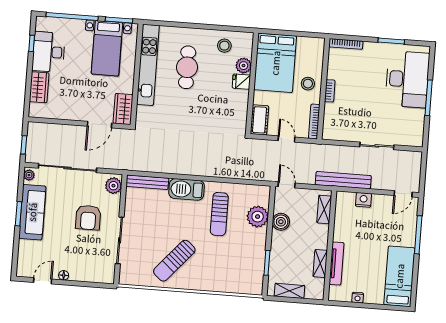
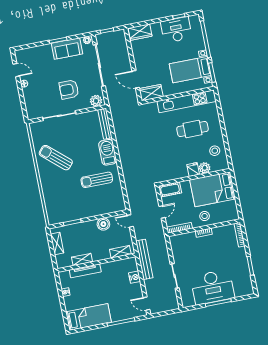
desk: (407, 79) -> (213, 287), moved
wardrobe: (39, 87) -> (140, 32), moved
door: (287, 185) -> (130, 221), swing flipped
sofa: (32, 212) -> (67, 49), width x0.73
plant: (258, 217) -> (102, 207), removed

